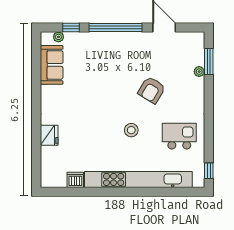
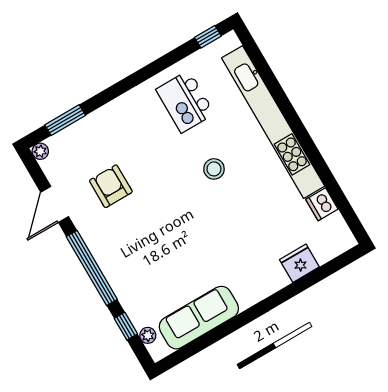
sofa: (52, 65) -> (199, 318), width x1.36
plant: (199, 72) -> (40, 151), moved
armchair: (152, 90) -> (111, 186), moved, turned -121
fridge: (49, 135) -> (299, 263), moved

